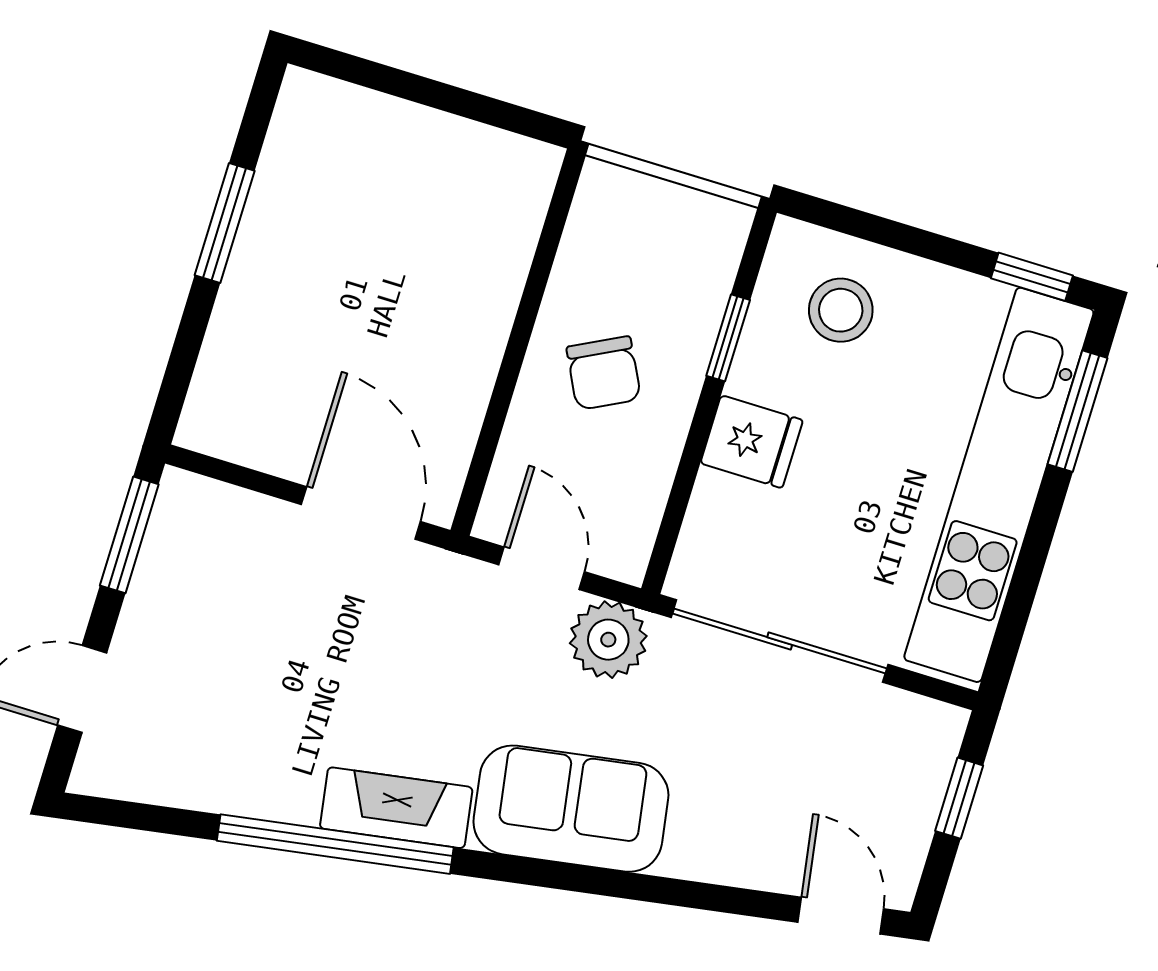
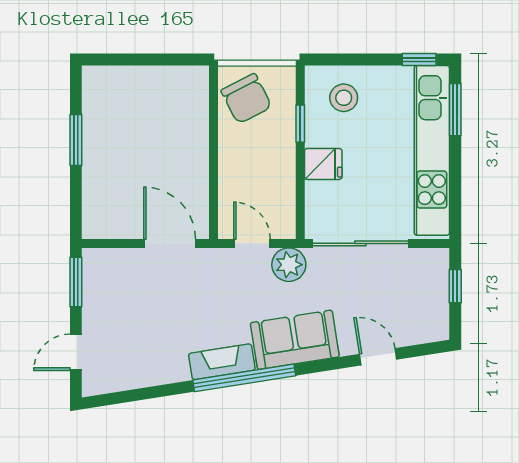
chair: (604, 373) -> (246, 99), moved, width x1.37, depth x1.37
window: (335, 844) -> (244, 378), moved
door: (841, 916) -> (378, 357), moved

